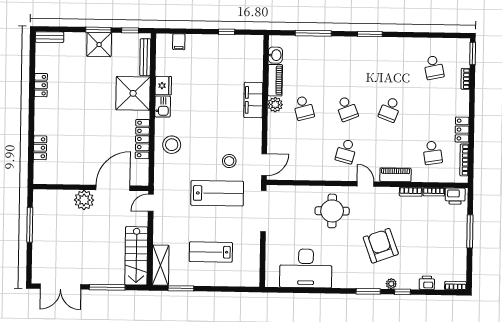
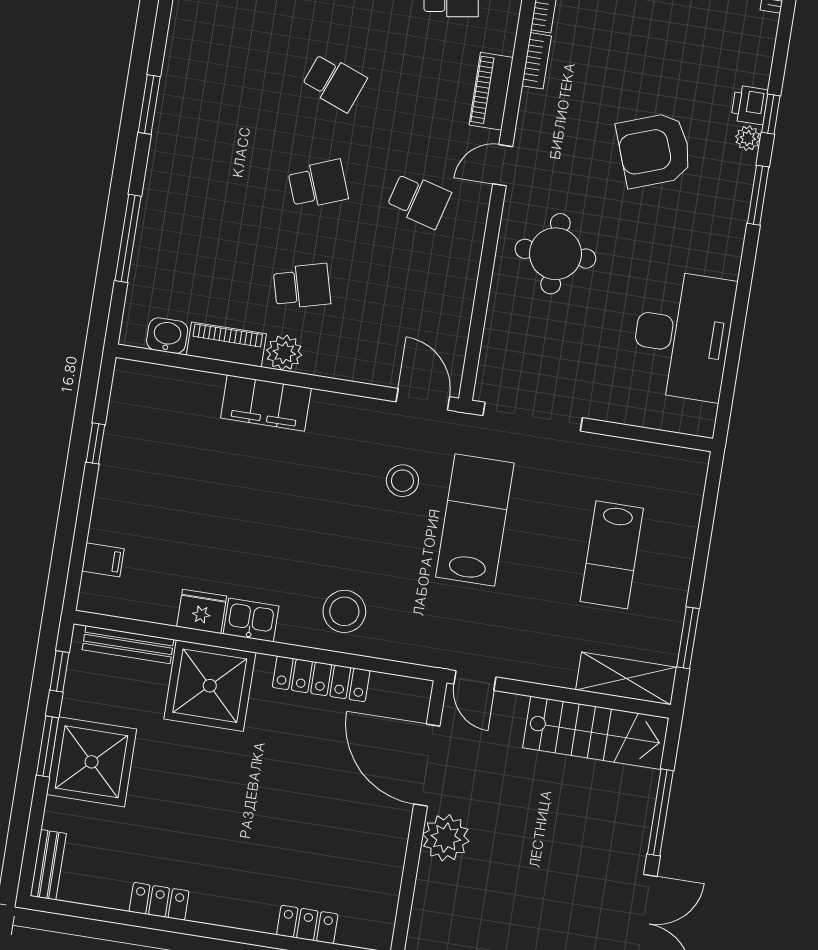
shower: (99, 45) -> (92, 762), width x1.37, depth x1.37
printer: (427, 283) -> (750, 105), moved

